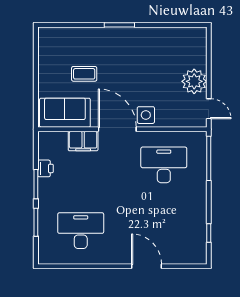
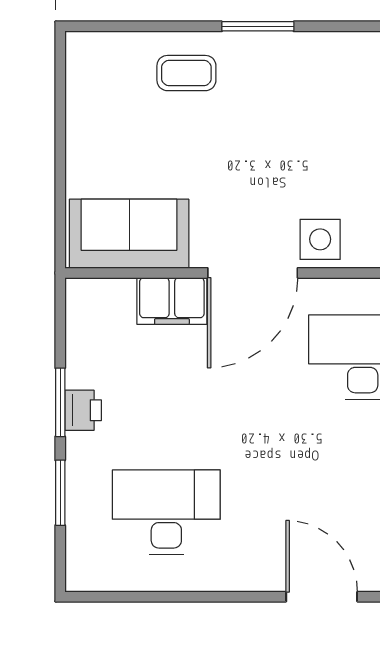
coffee table: (84, 74) -> (186, 73), moved
door: (117, 129) -> (253, 273), swing flipped
printer: (45, 168) -> (83, 410), moved

